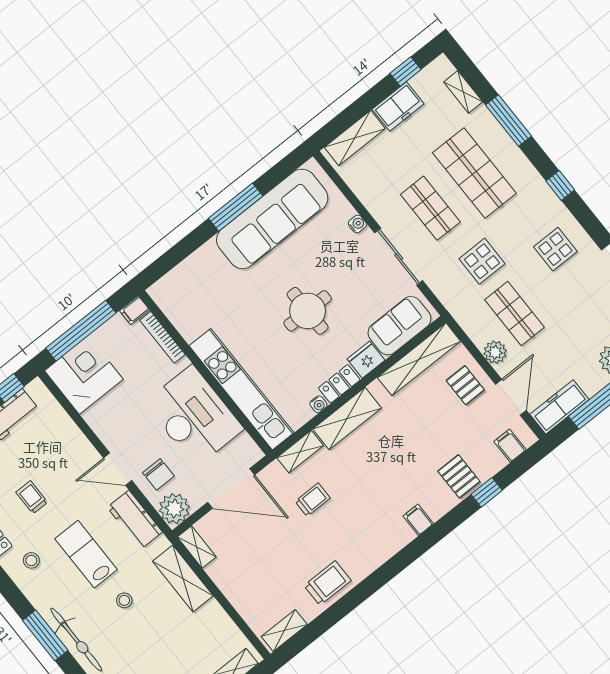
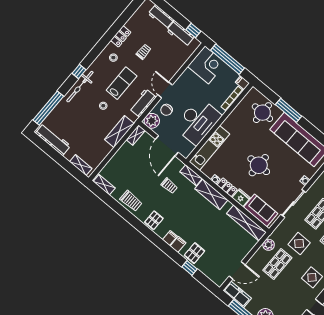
window: (236, 207) -> (289, 110), moved
round table: (203, 282) -> (262, 113), added
plant: (495, 352) -> (269, 245), moved
pallet: (465, 385) -> (154, 220), moved
kitchen unit: (242, 389) -> (209, 148), width x0.73
filing cabinet: (510, 446) -> (178, 244), moved
window: (45, 635) -> (79, 71), width x0.46

